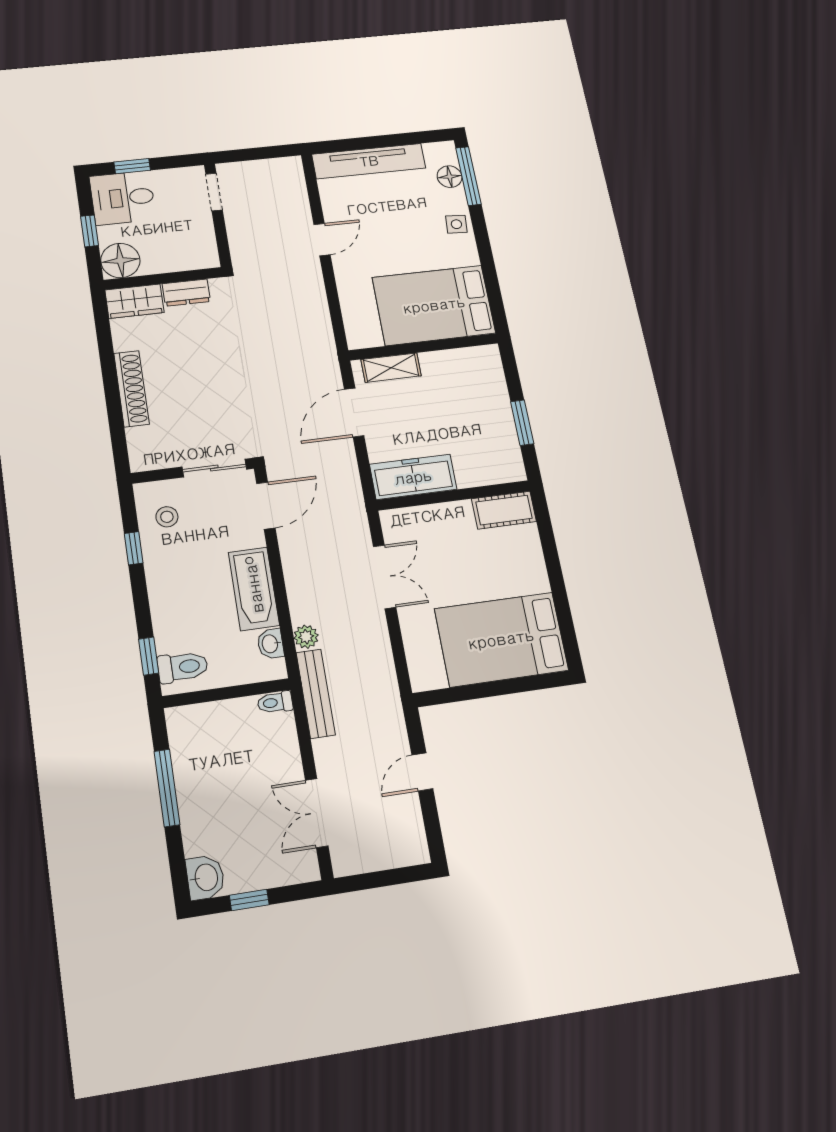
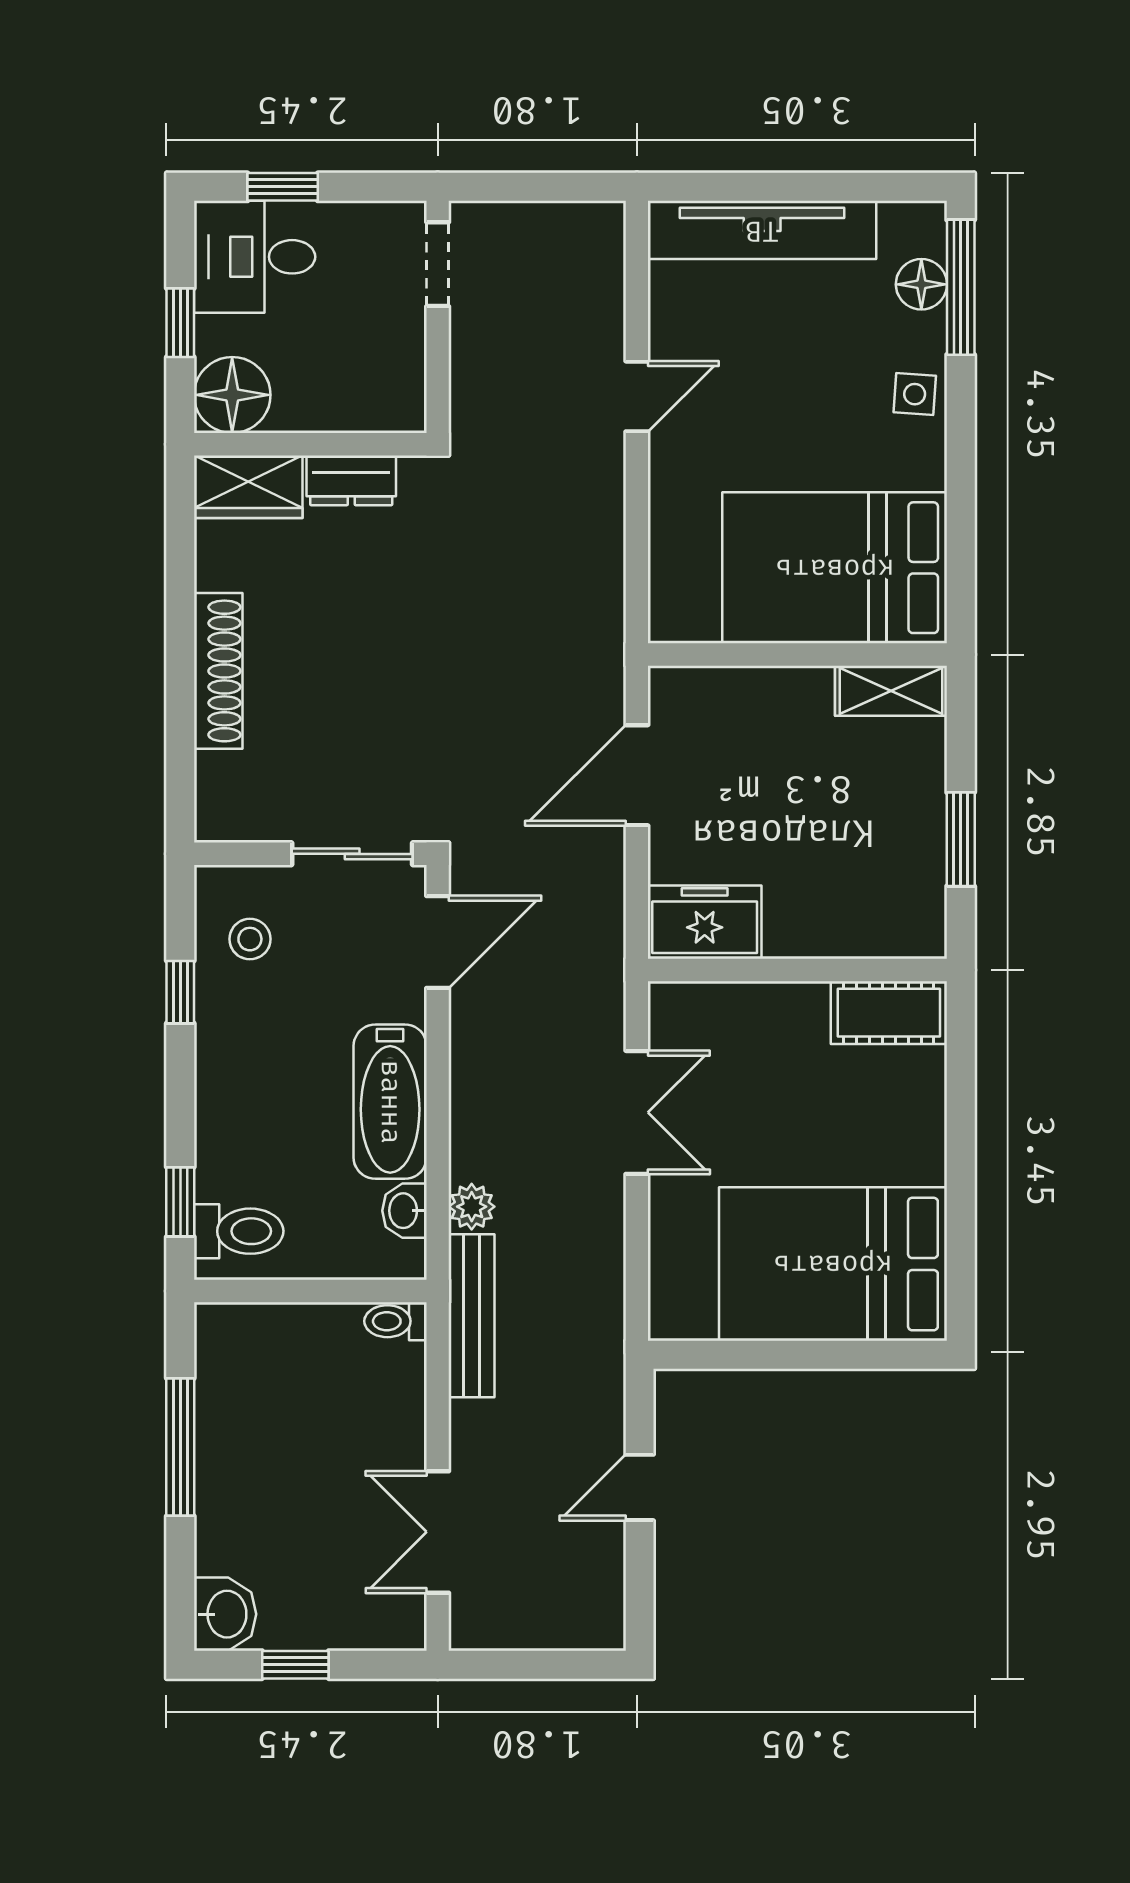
shelving: (391, 368) -> (891, 691), moved
freezer: (413, 477) -> (705, 922), width x0.71

